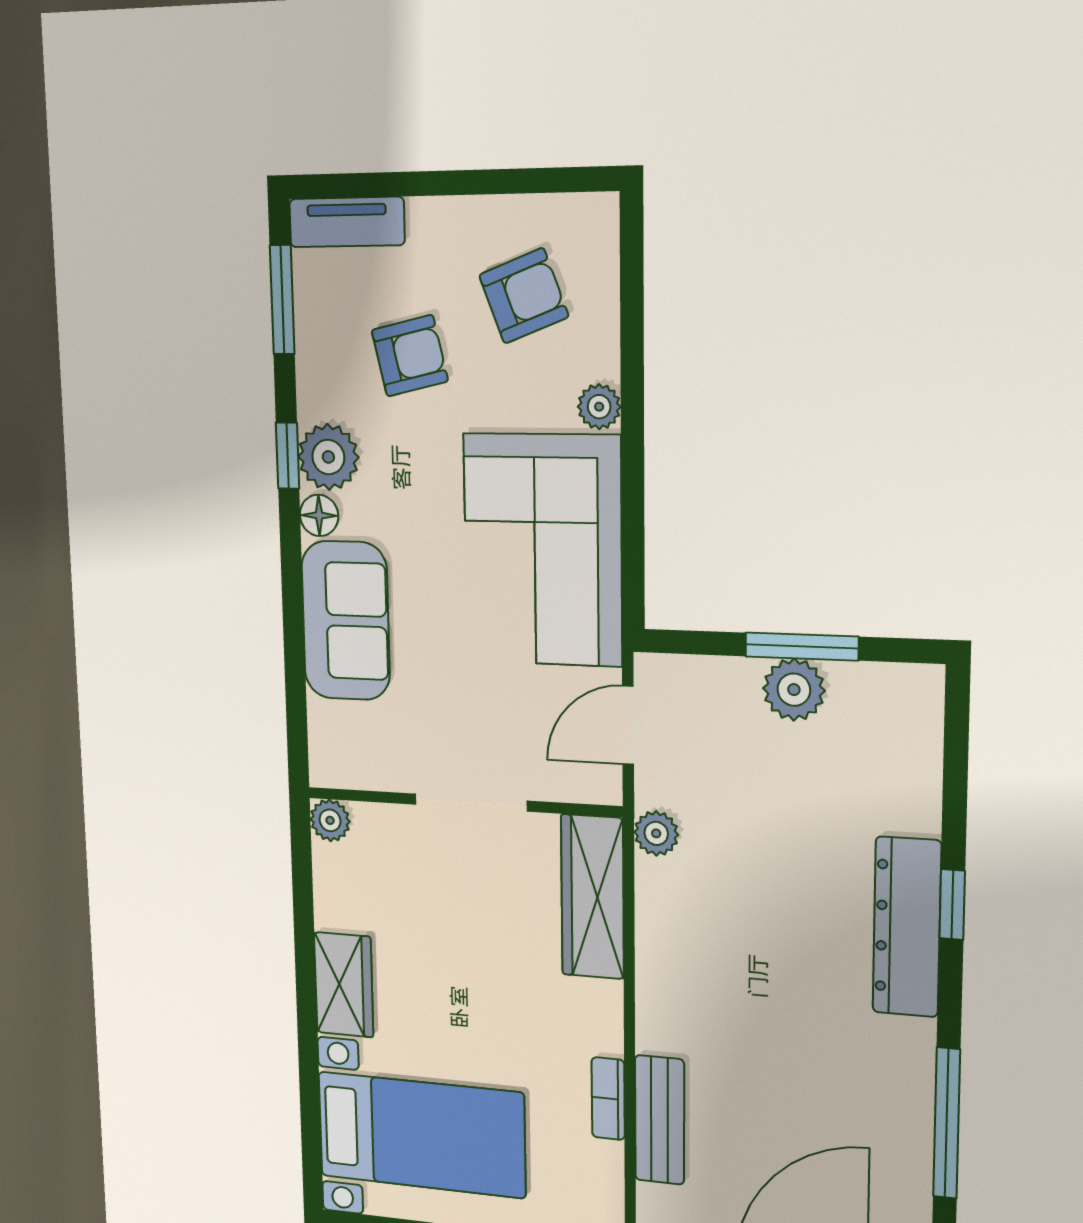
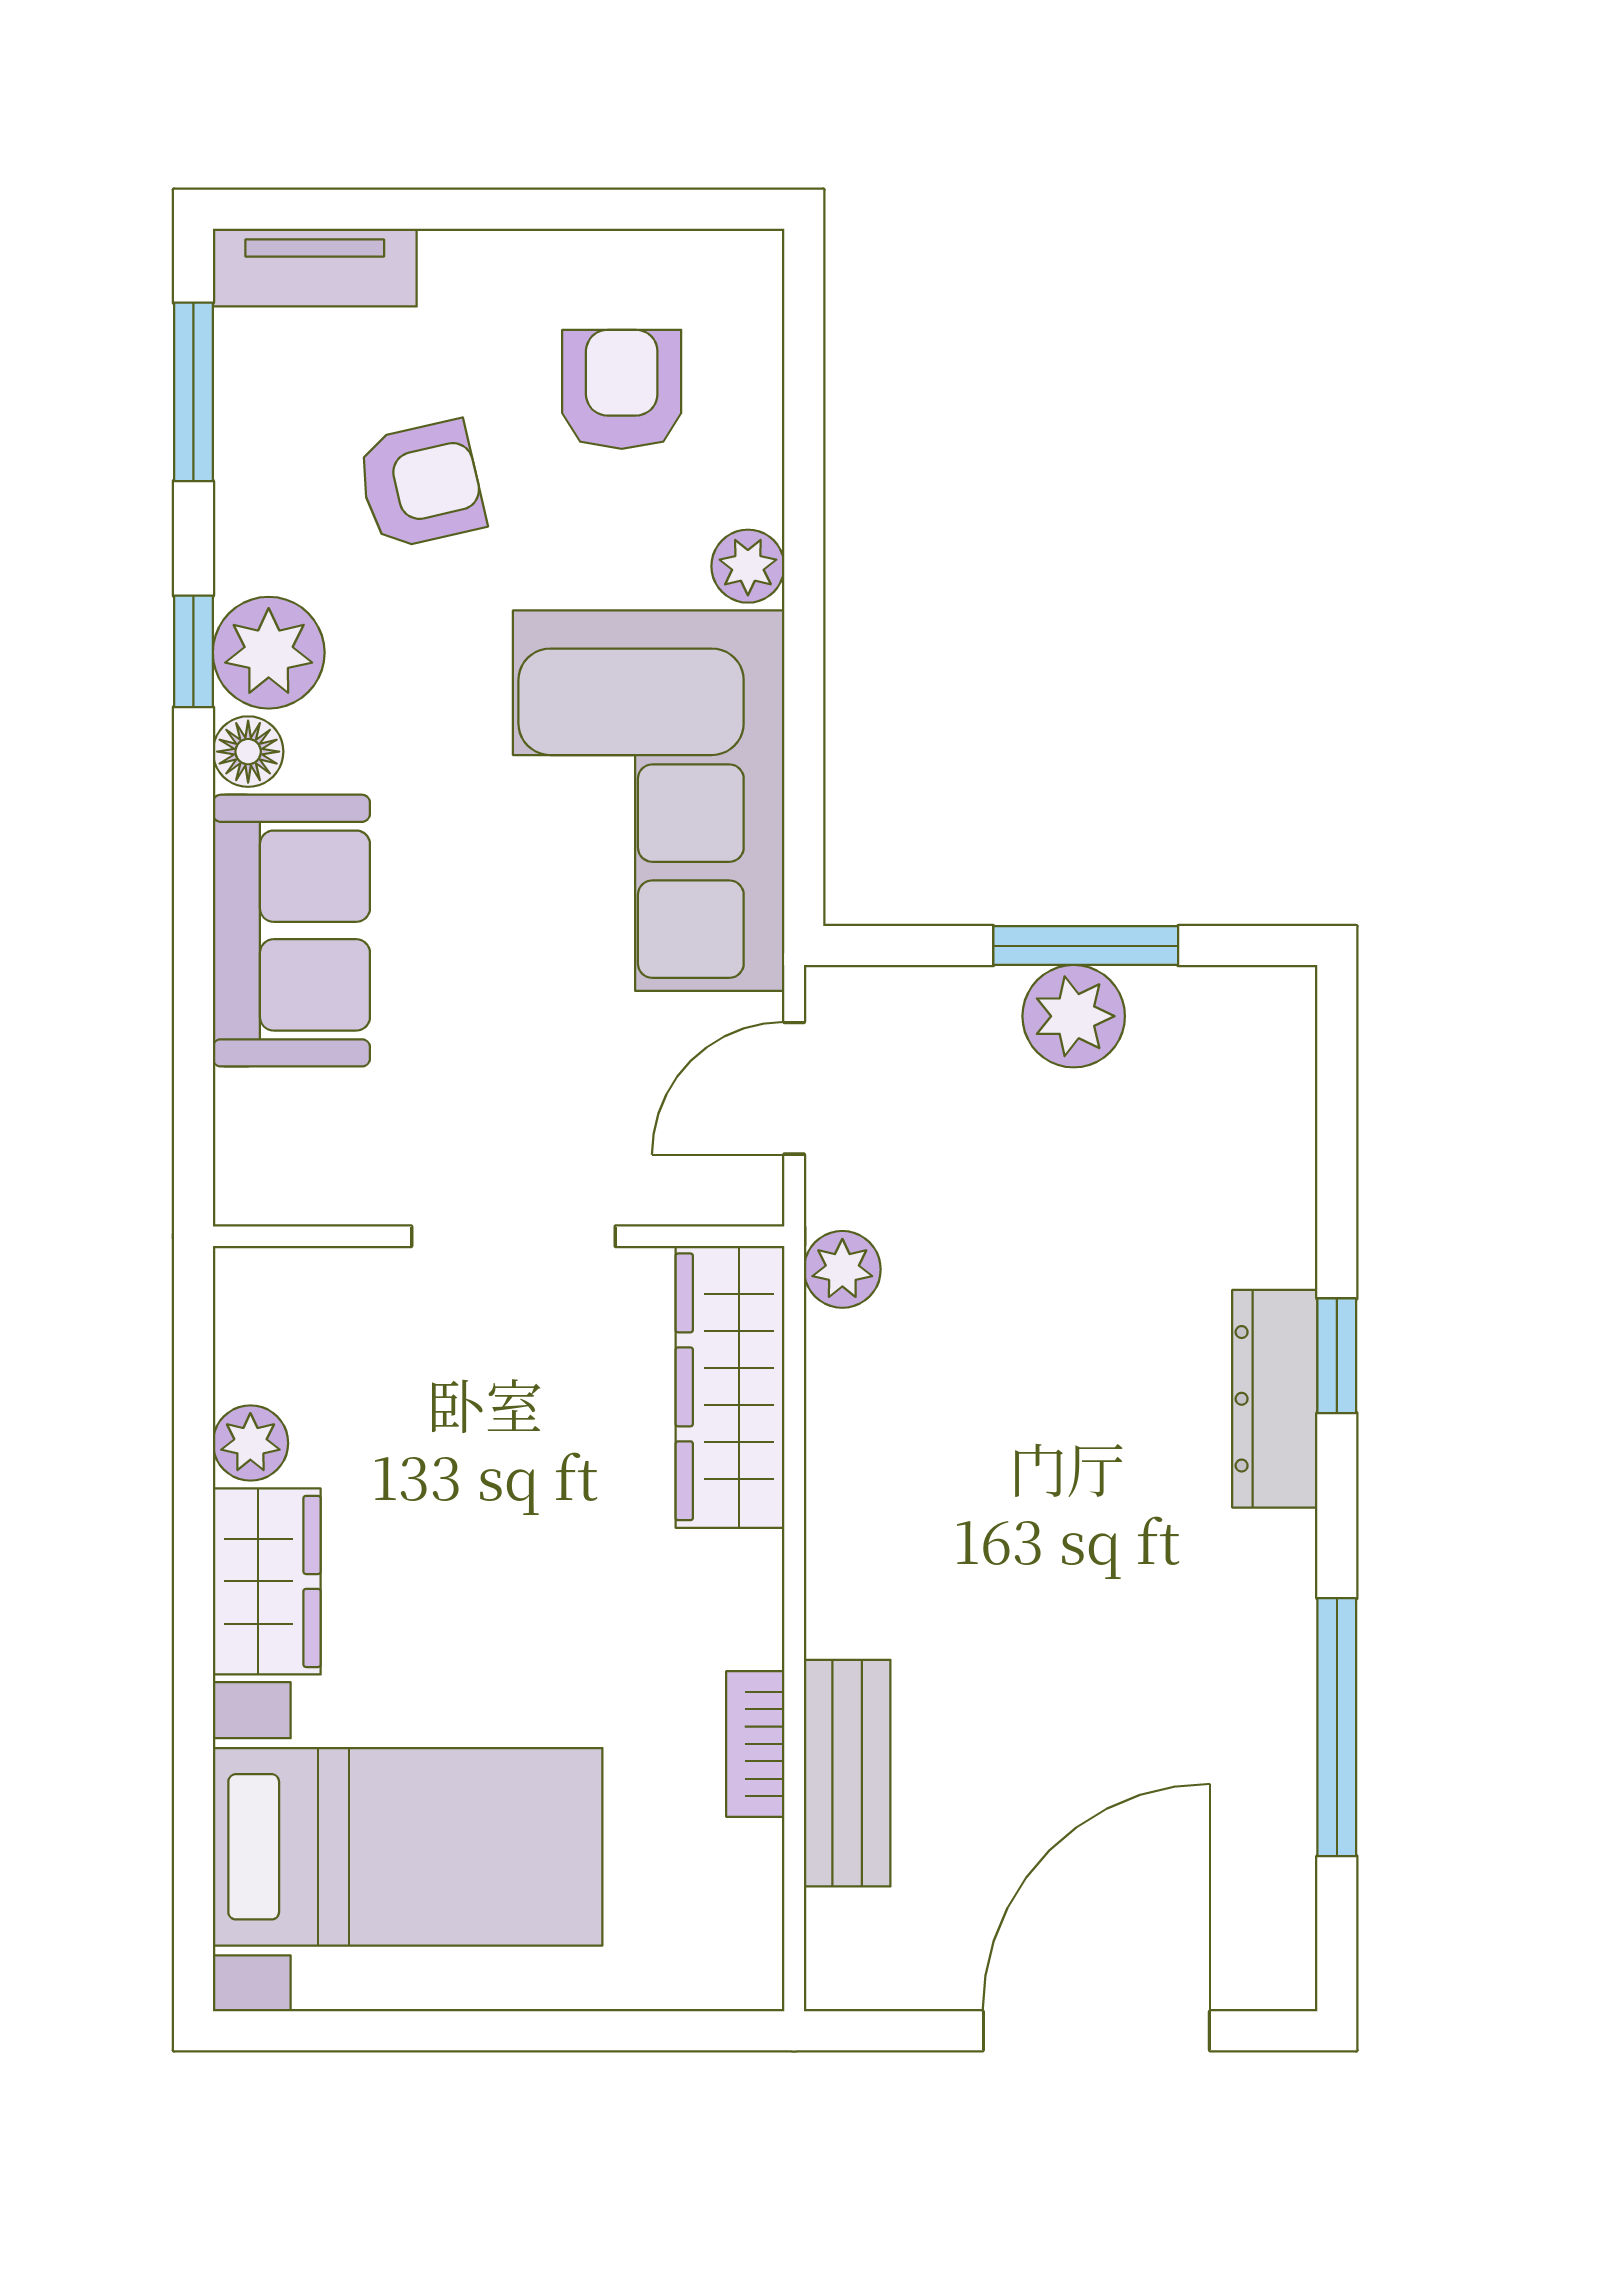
armchair: (524, 296) -> (622, 389), turned -69
plant: (330, 820) -> (250, 1443), moved
dresser: (907, 927) -> (1275, 1399), width x0.73, depth x0.80

